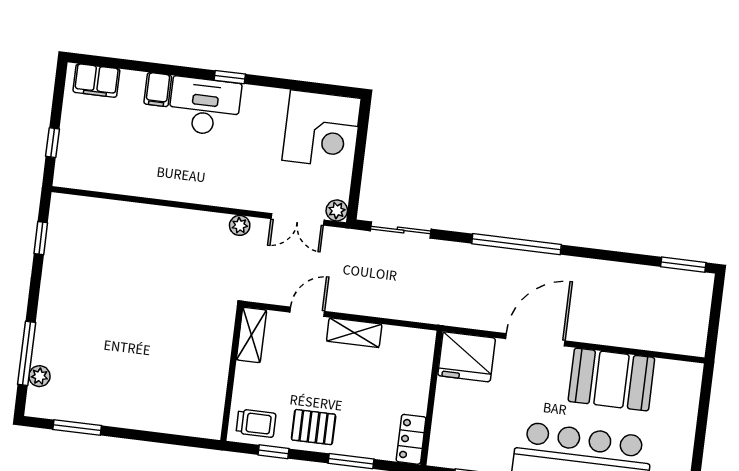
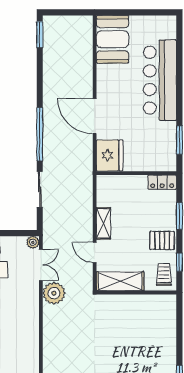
plant: (240, 225) -> (54, 293), width x1.88, depth x1.88
sliding door: (401, 230) -> (40, 189), moved
shelving: (251, 335) -> (120, 281), width x1.50, depth x1.33
booth: (611, 379) -> (112, 39), moved
pallet: (314, 427) -> (162, 240), turned 90

